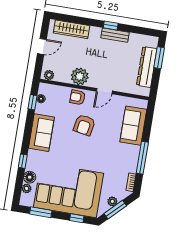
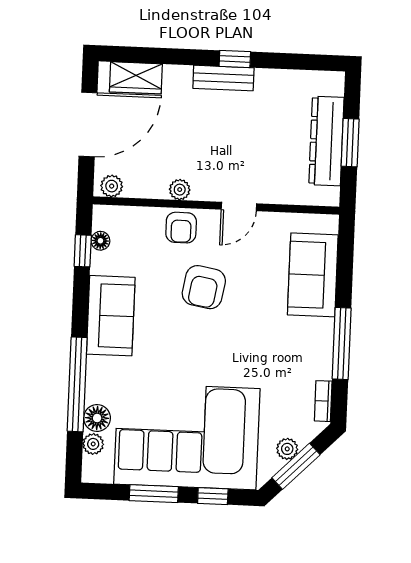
wardrobe: (71, 29) -> (136, 78), width x0.67
bench: (115, 35) -> (223, 78), moved
door: (42, 46) -> (88, 125), width x1.87
window: (159, 58) -> (350, 143), moved
plant: (80, 76) -> (180, 190), width x0.53, depth x0.53
armchair: (77, 97) -> (181, 228), turned -92
window: (23, 161) -> (77, 384), width x3.17
window: (41, 212) -> (154, 494), moved

